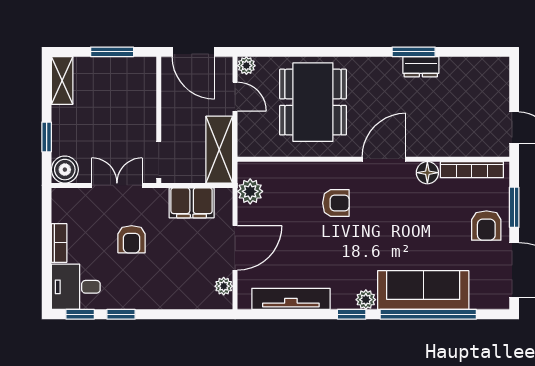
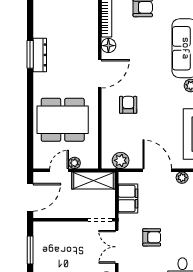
plant: (246, 66) -> (74, 163), moved
dresser: (421, 67) -> (40, 55), width x1.44
door: (384, 159) -> (100, 74), swing flipped

